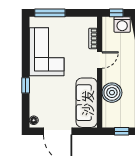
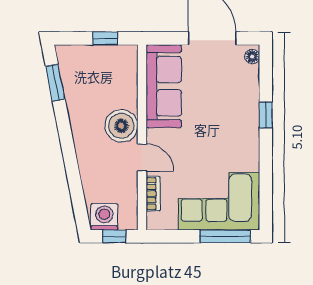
corner sofa: (47, 52) -> (219, 201), moved, turned 90
door: (100, 60) -> (142, 157), swing flipped
boiler: (112, 93) -> (121, 126), moved

